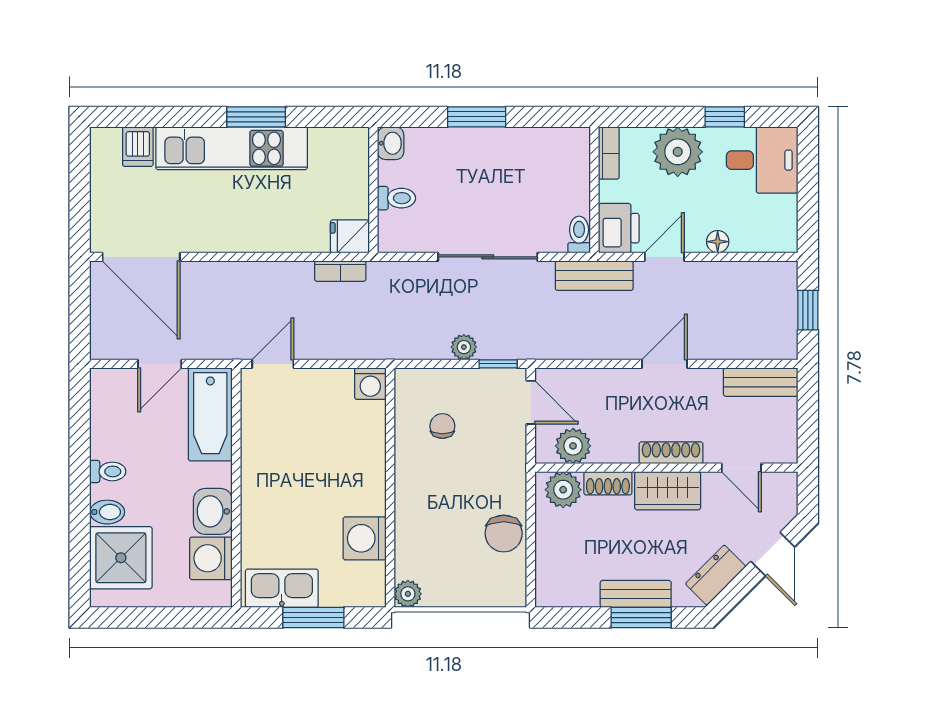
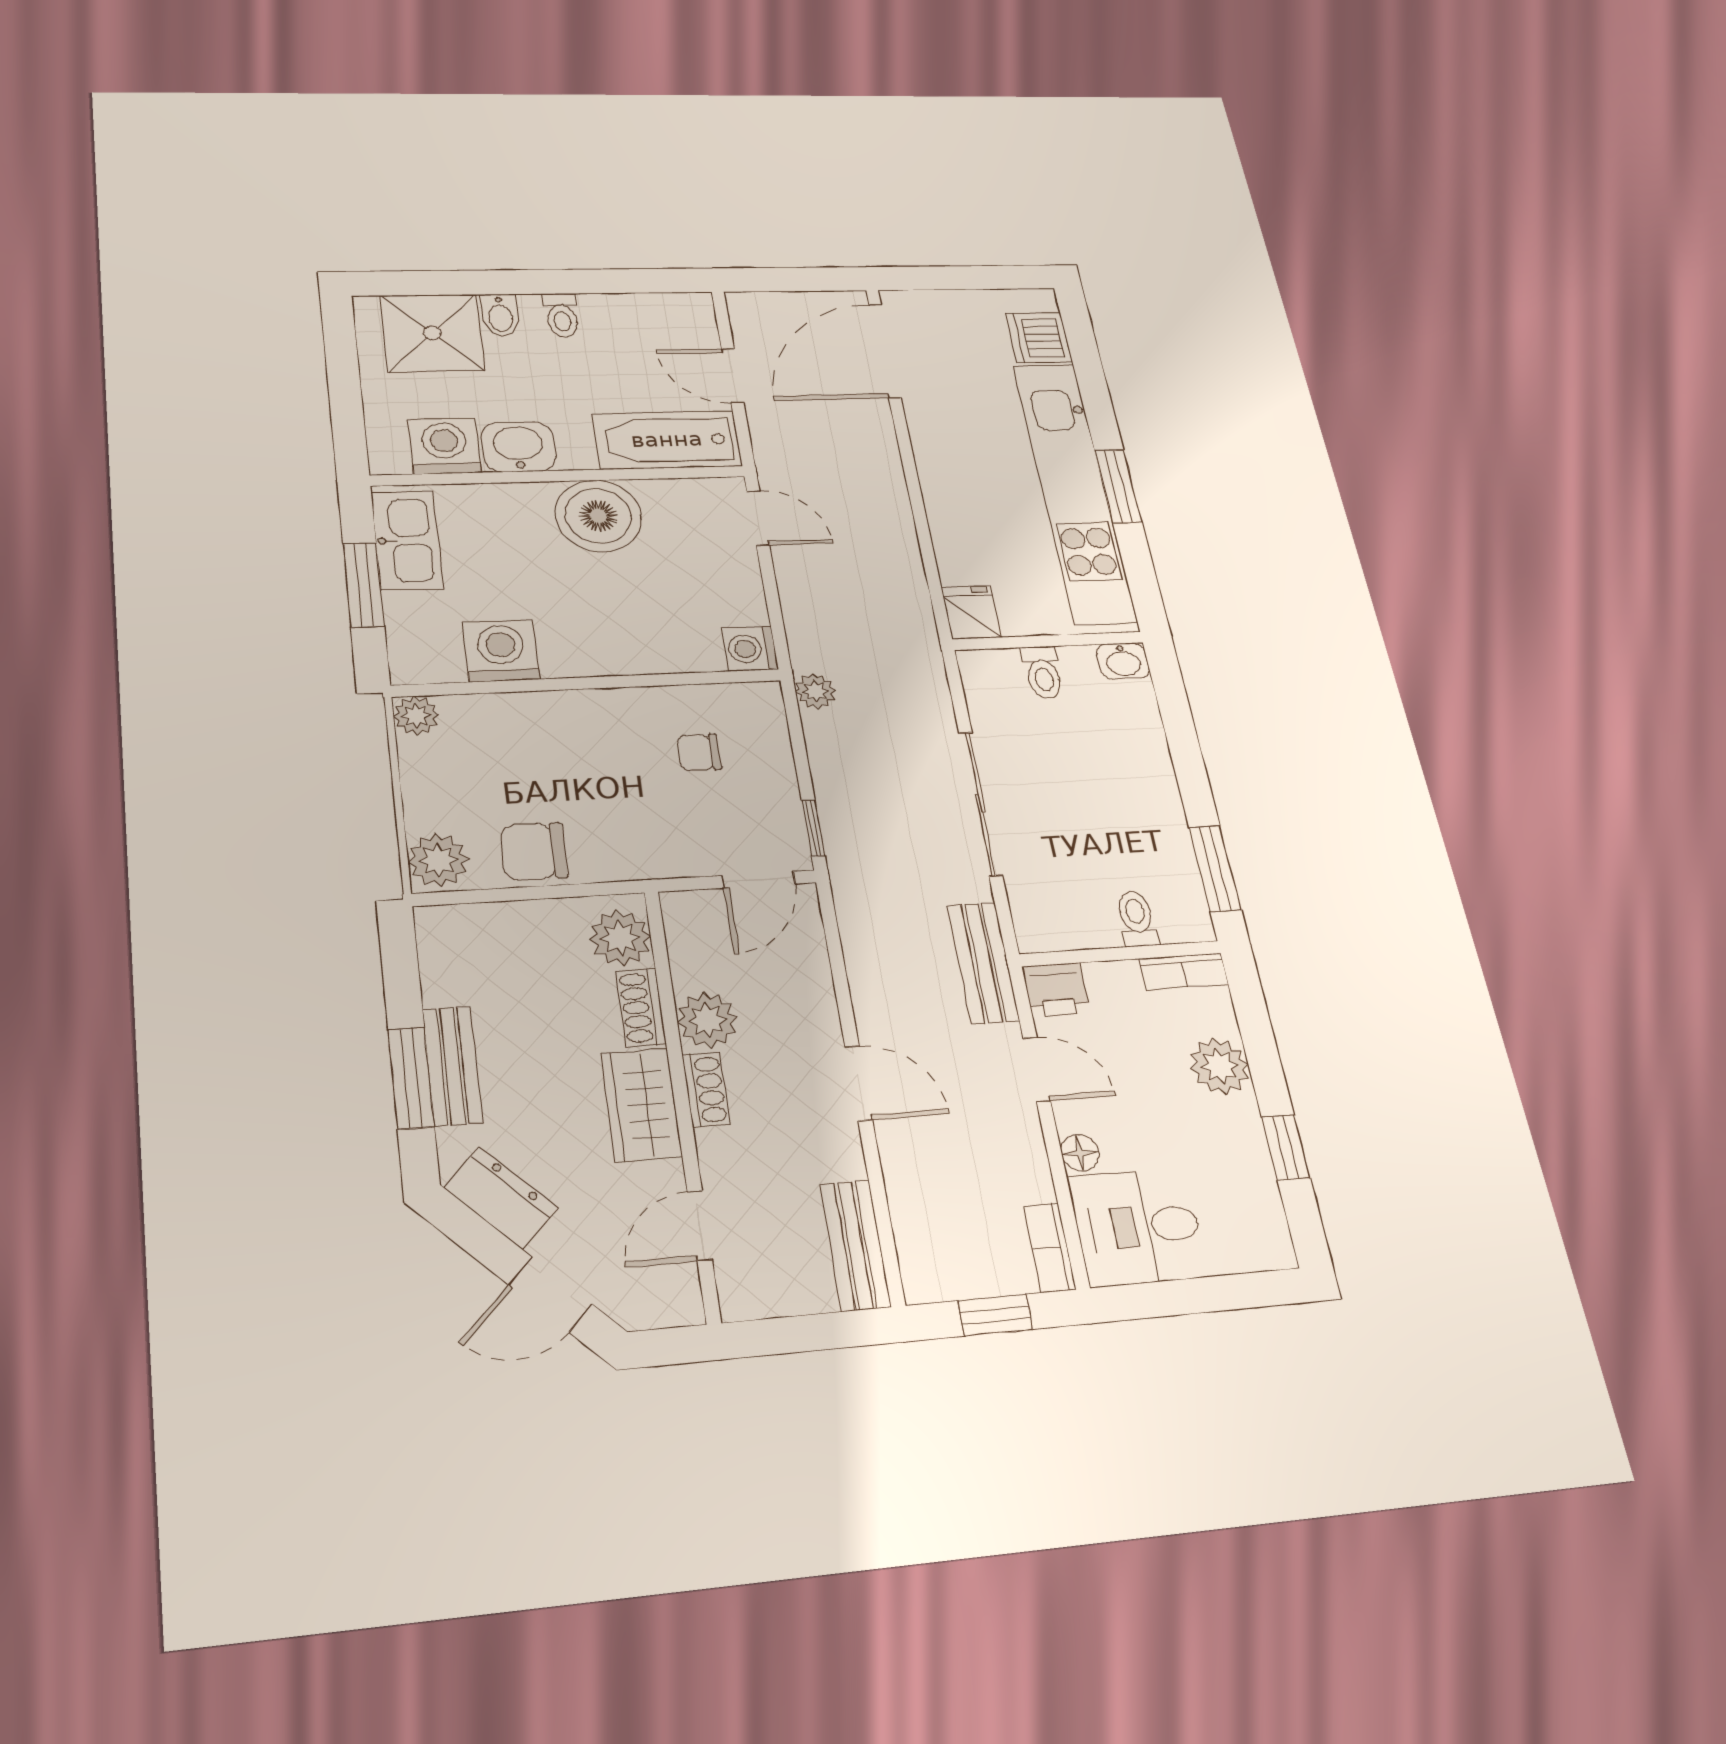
window: (477, 117) -> (1215, 868), moved
dishwasher: (138, 147) -> (1039, 338), width x1.38
kitchen unit: (232, 148) -> (1074, 491), width x1.36
plant: (678, 152) -> (1219, 1066), width x0.73, depth x0.73
desk: (762, 160) -> (1138, 1227), moved, turned 90
printer: (619, 228) -> (1056, 990), width x0.73, depth x0.81
toilet: (579, 234) -> (1137, 919), moved, turned -90
bookcase: (340, 271) -> (1050, 1248), moved
plant: (464, 347) -> (815, 691), moved
chair: (442, 426) -> (699, 752), turned 180
plant: (573, 446) -> (707, 1020), moved
shoe rack: (671, 453) -> (706, 1090), width x0.70
boiler: (268, 467) -> (598, 516), added
plant: (506, 590) -> (438, 860), added

